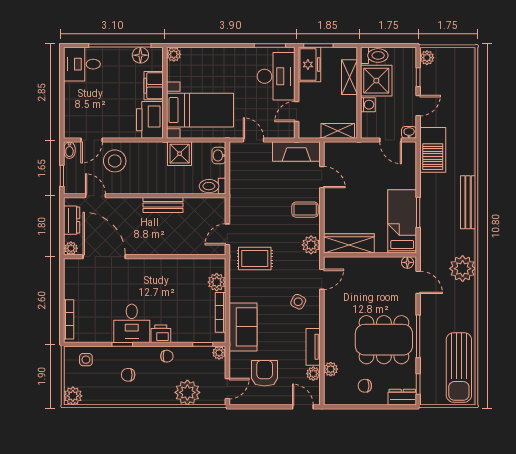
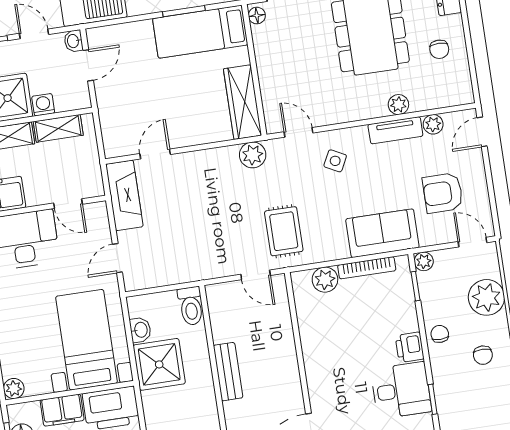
shelving: (338, 131) -> (58, 128), moved, turned 90
shower: (180, 154) -> (159, 364), width x1.36, depth x1.36
washbasin: (219, 156) -> (140, 330), moved, turned -90
coffee table: (305, 210) -> (204, 171), removed
plant: (331, 369) -> (398, 105), moved
chair: (128, 375) -> (483, 355), moved

